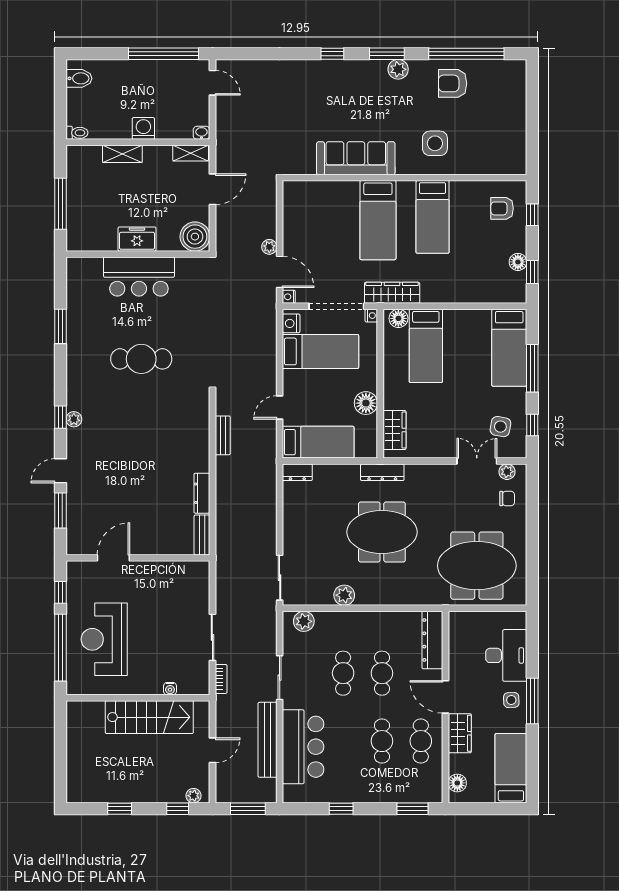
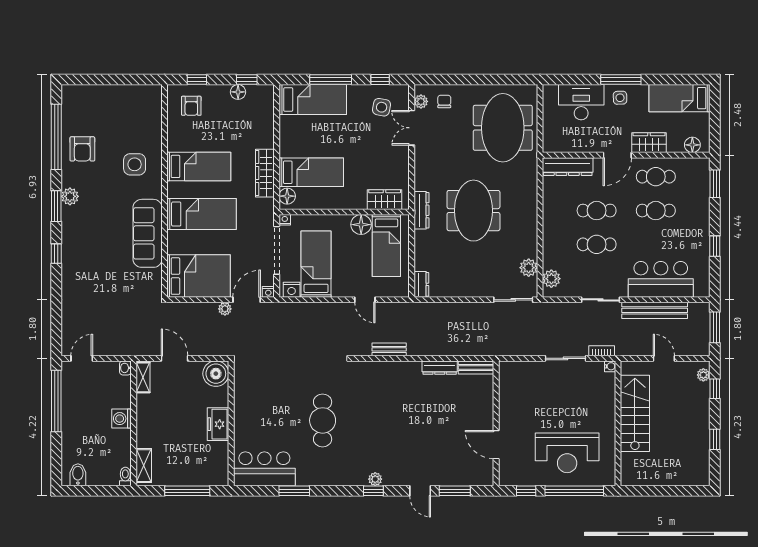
shelving: (122, 154) -> (144, 466), moved
bed: (307, 217) -> (198, 276), added
bar counter: (139, 277) -> (264, 469), moved, turned -90
wardrobe: (392, 293) -> (265, 173), moved
bed: (318, 442) -> (386, 246), moved, turned 180
plant: (344, 595) -> (529, 268), moved
water cooler: (170, 689) -> (610, 366), moved

